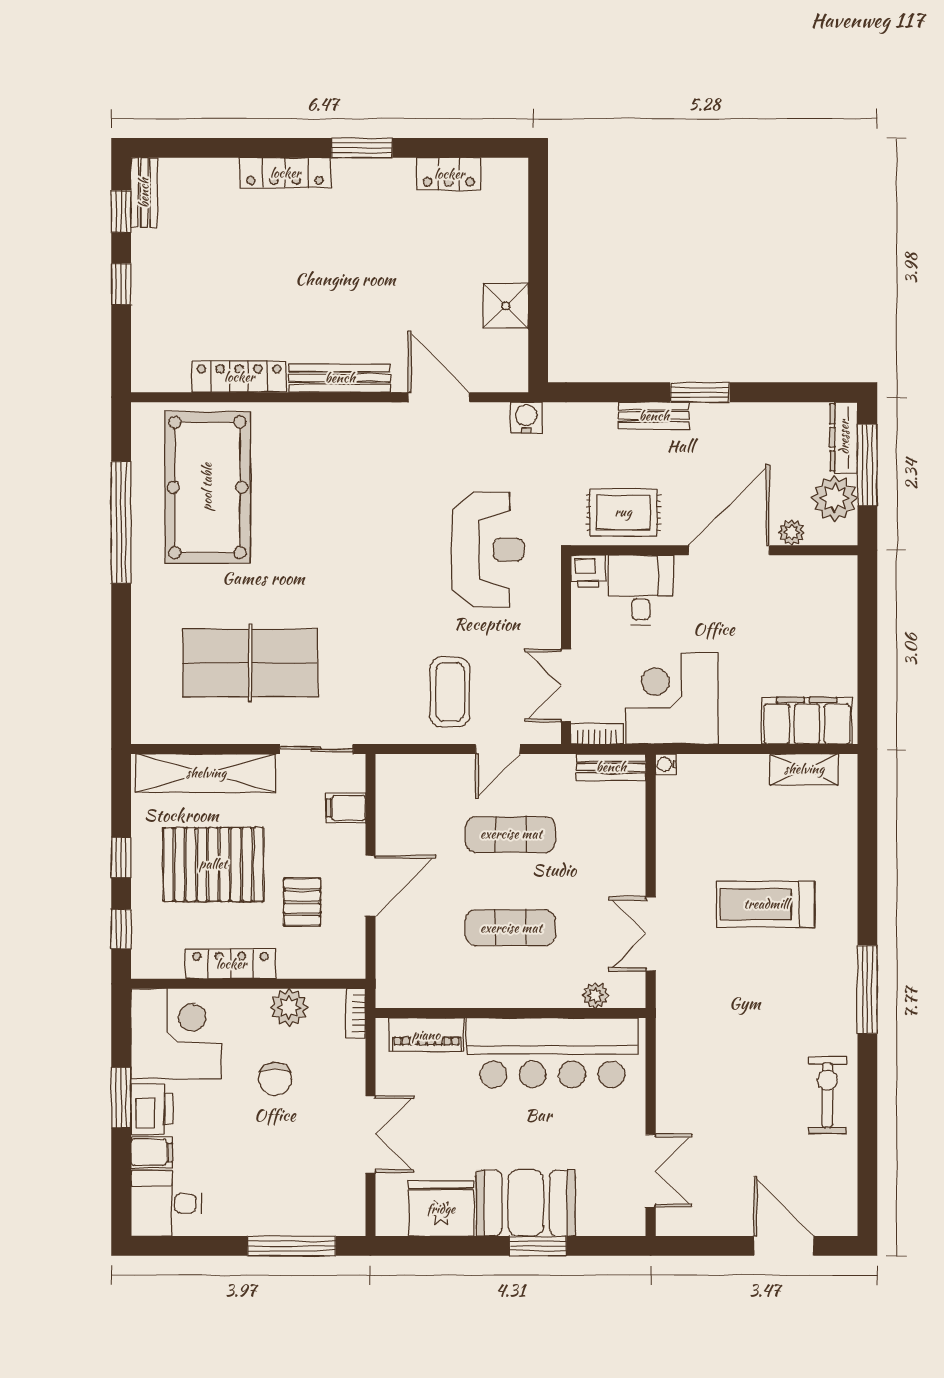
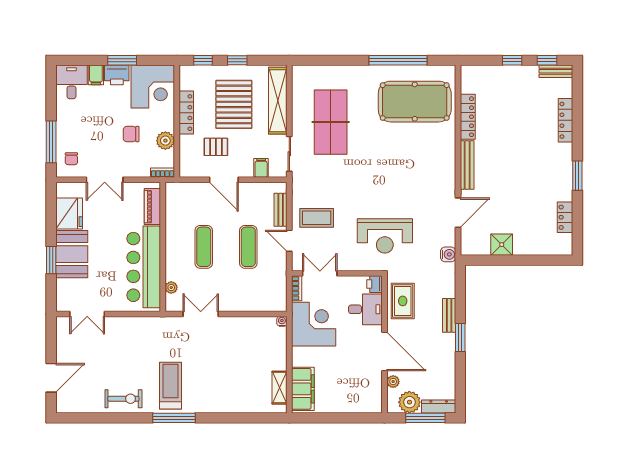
locker: (285, 173) -> (566, 120), moved
bench: (611, 767) -> (281, 210), moved
treadmill: (766, 904) -> (171, 386), moved
chair: (327, 1204) -> (71, 159), added

